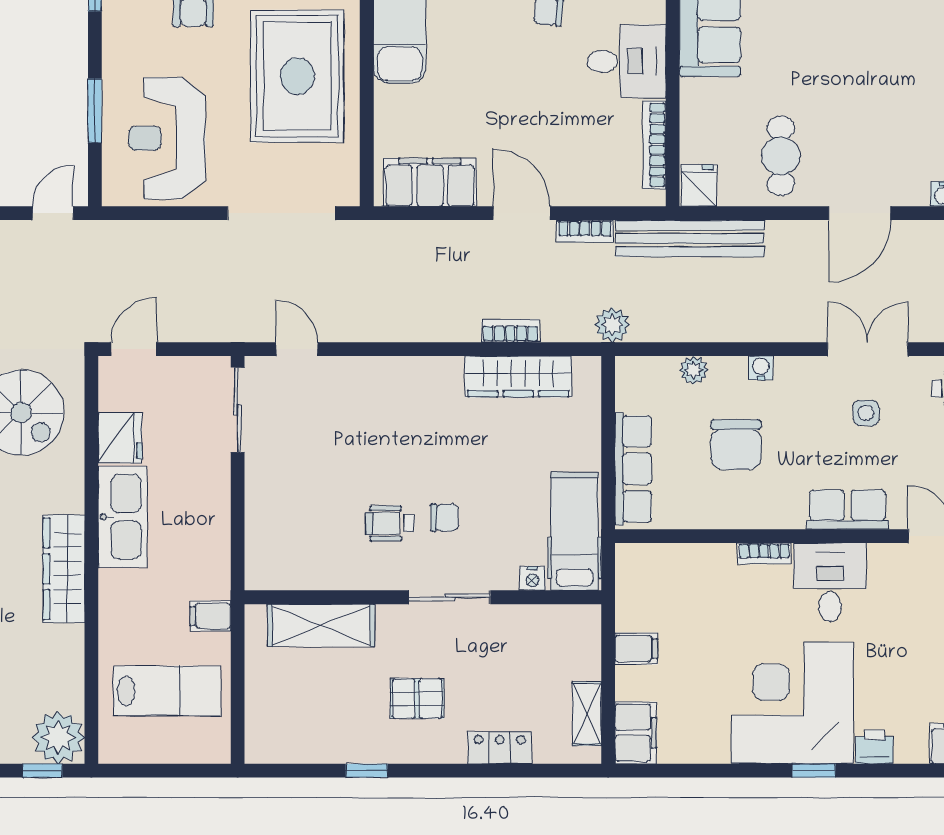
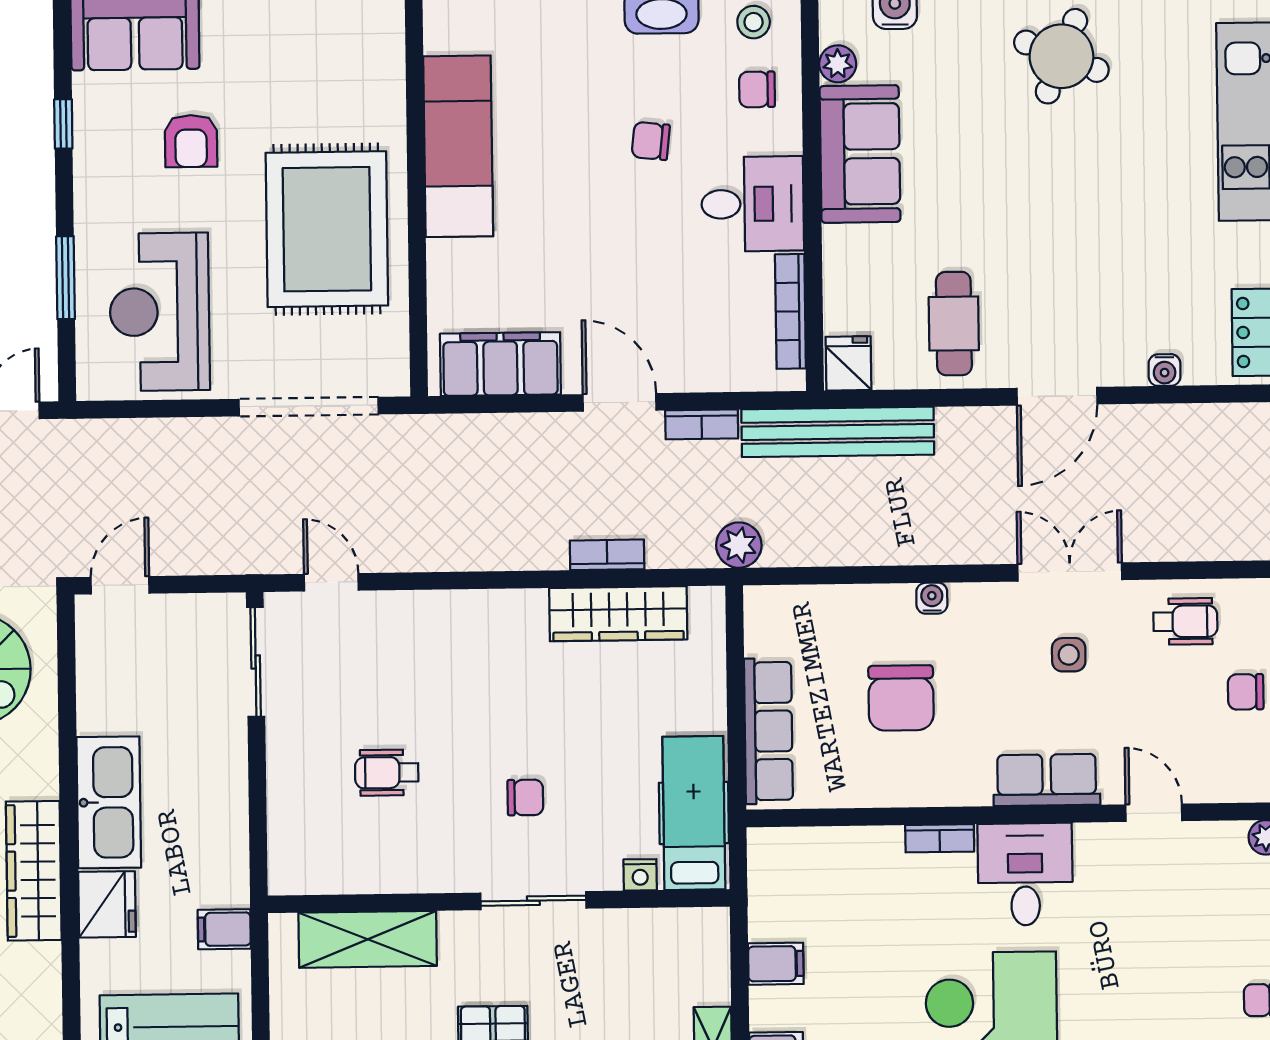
plant: (694, 370) -> (845, 602), removed
fridge: (120, 438) -> (107, 904), moved
wheelchair: (390, 523) -> (387, 773), moved

